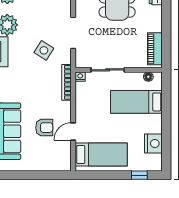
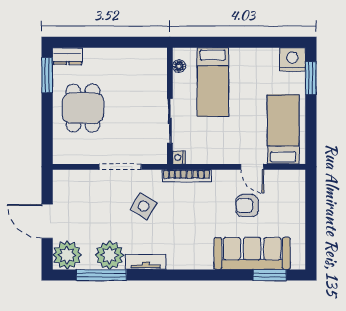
piano: (155, 49) -> (142, 57), removed
armchair: (44, 128) -> (247, 206), turned -90
nightstand: (153, 144) -> (292, 59), moved
window: (139, 175) -> (311, 78), width x1.50

